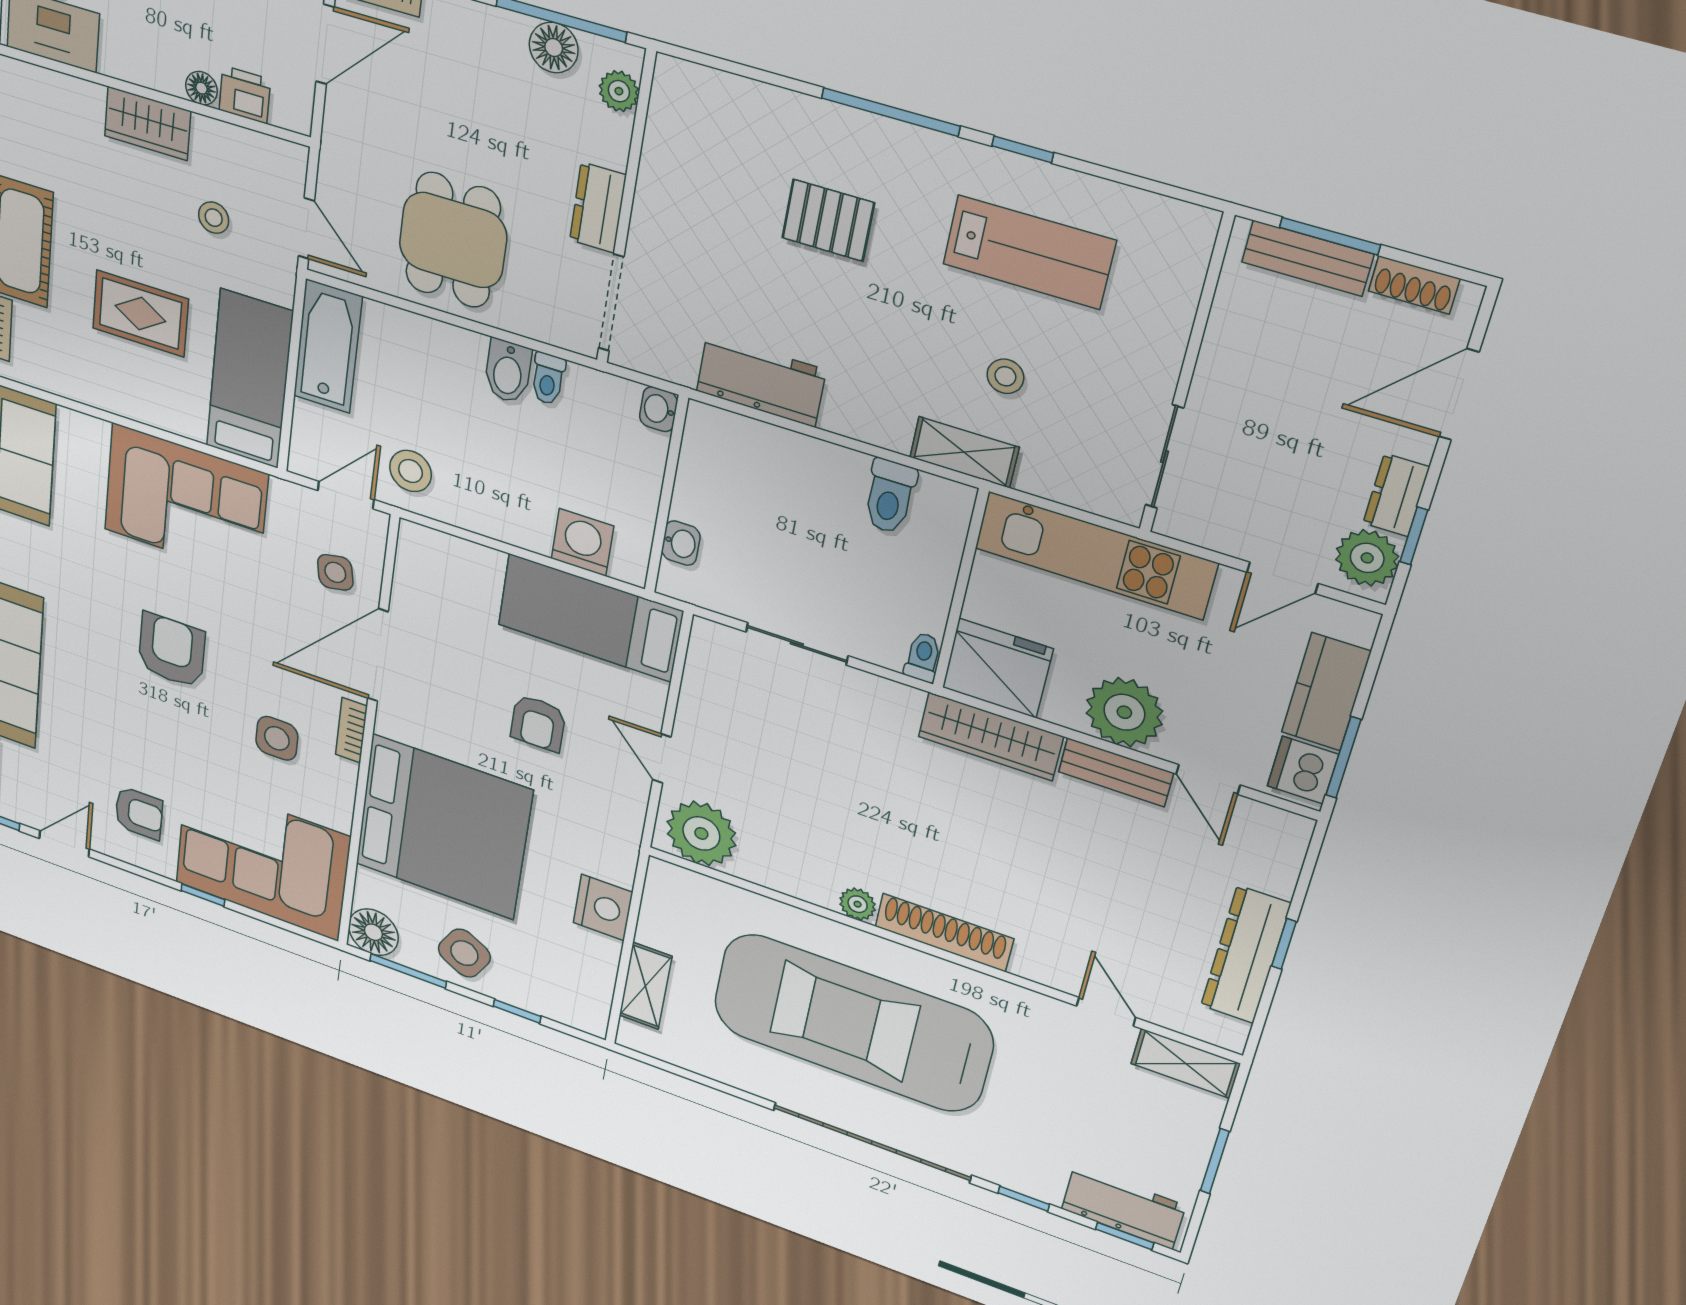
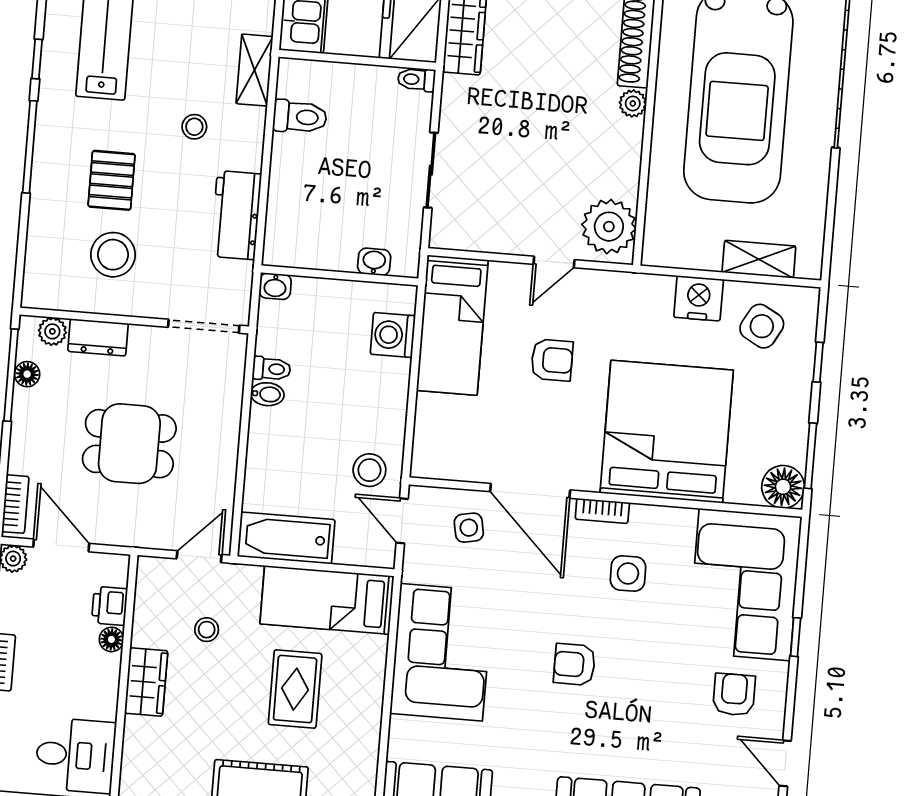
floor lamp: (554, 48) -> (27, 374), width x0.73, depth x0.73
stool: (721, 200) -> (113, 255), added
dresser: (598, 208) -> (98, 337), moved
dining table: (453, 240) -> (129, 444), moved
bidet: (508, 371) -> (267, 394), width x0.72, depth x0.74
stool: (1005, 376) -> (194, 127), moved
armchair: (172, 650) -> (574, 664), width x0.72, depth x0.72
side table: (464, 953) -> (762, 326), moved

